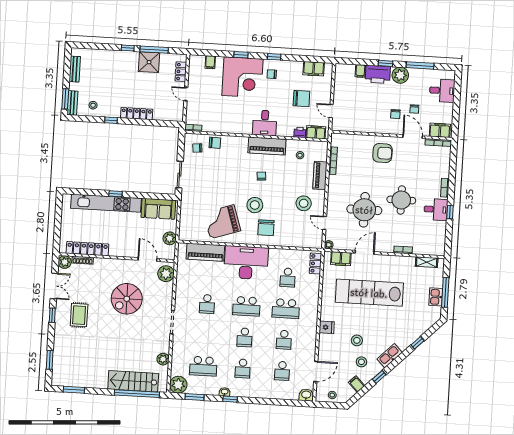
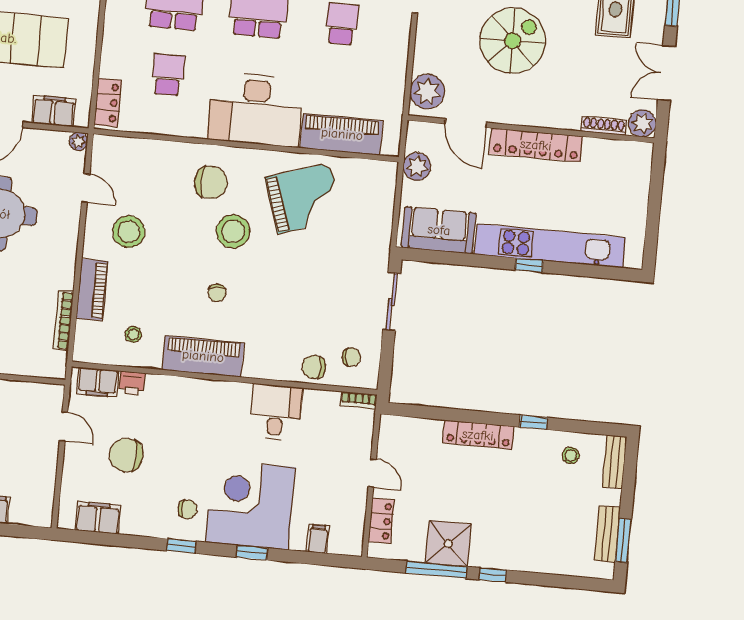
window: (65, 99) -> (623, 541), moved
desk: (265, 123) -> (276, 412), moved
chair: (266, 228) -> (211, 182), turned 90
locker: (87, 249) -> (536, 145), moved

